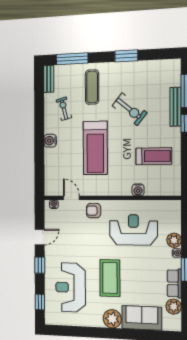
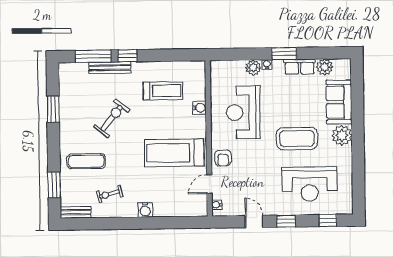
window: (126, 56) -> (53, 109), moved
window: (72, 59) -> (54, 185), width x0.69
treadmill: (95, 148) -> (174, 153), moved, turned 180
treadmill: (154, 156) -> (163, 91), turned 90

